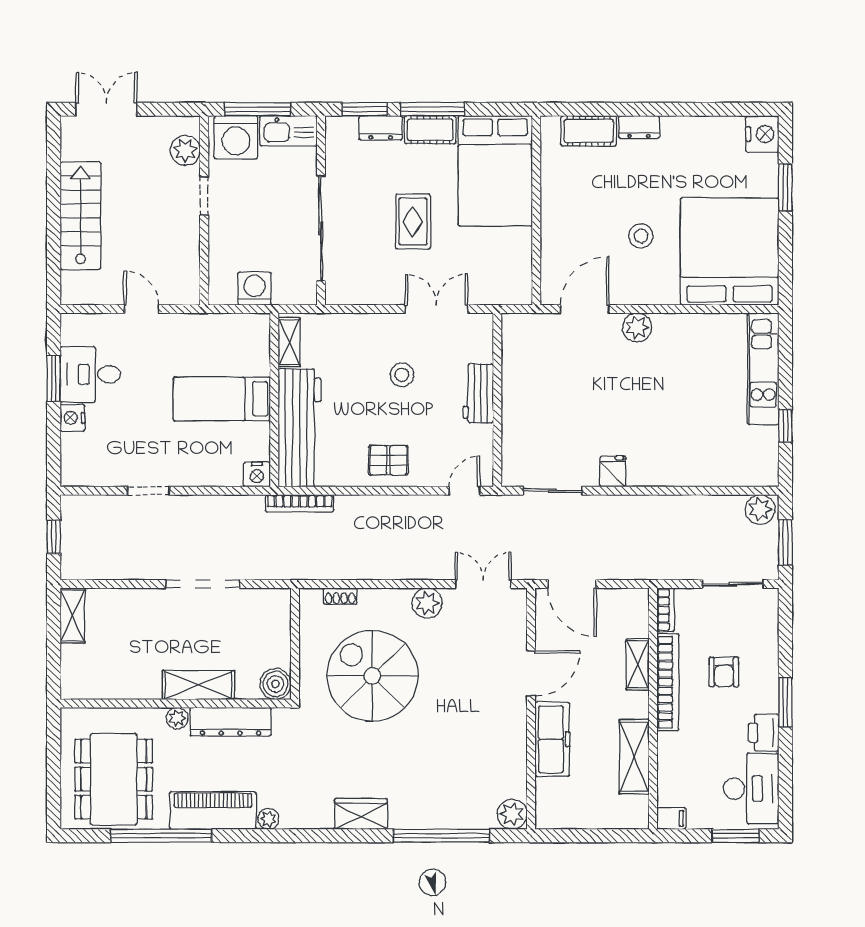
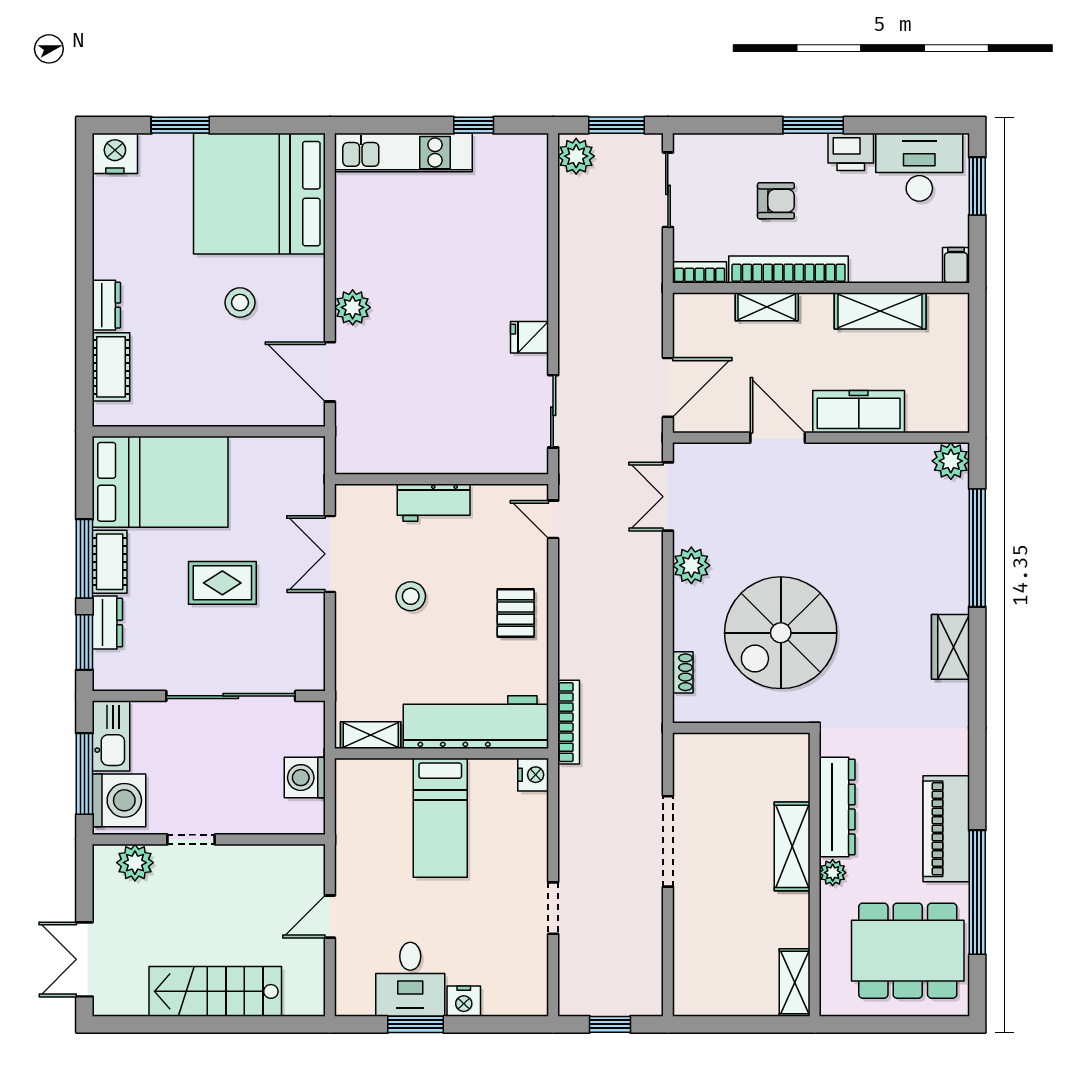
shelving: (73, 616) -> (795, 983), moved, turned 90
boiler: (275, 684) -> (791, 752), removed
plant: (269, 819) -> (956, 760), removed

